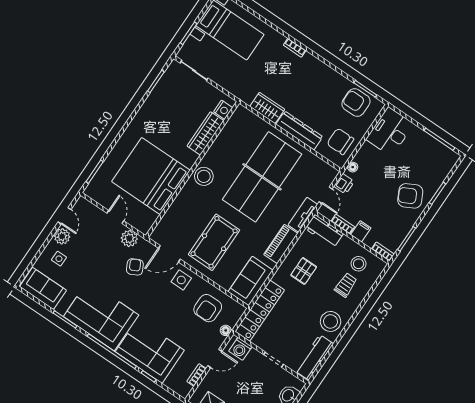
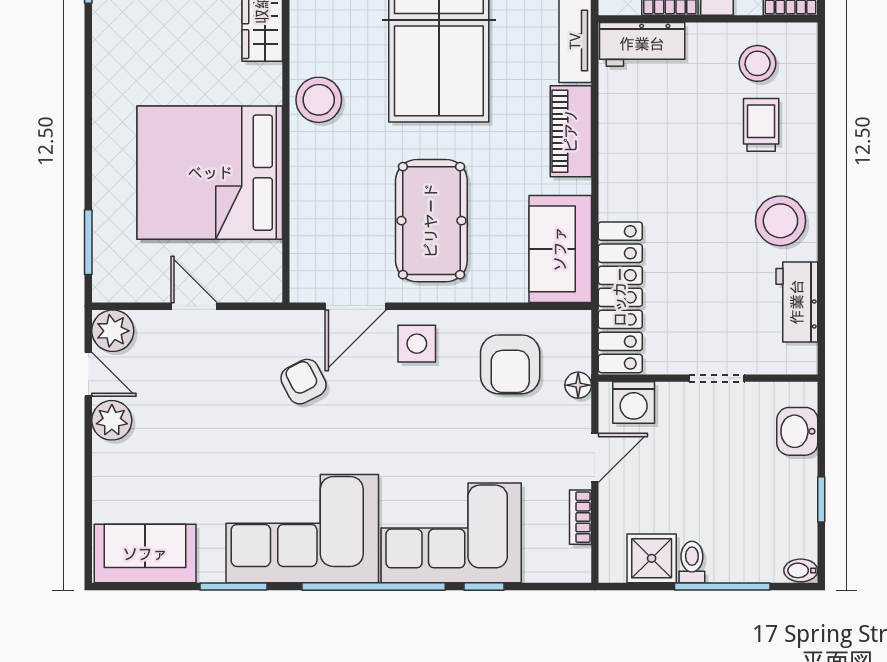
plant: (129, 238) -> (113, 331), moved
side table: (59, 259) -> (136, 470), removed
pallet: (304, 271) -> (655, 155), removed
workbench: (314, 357) -> (797, 302), width x0.73

